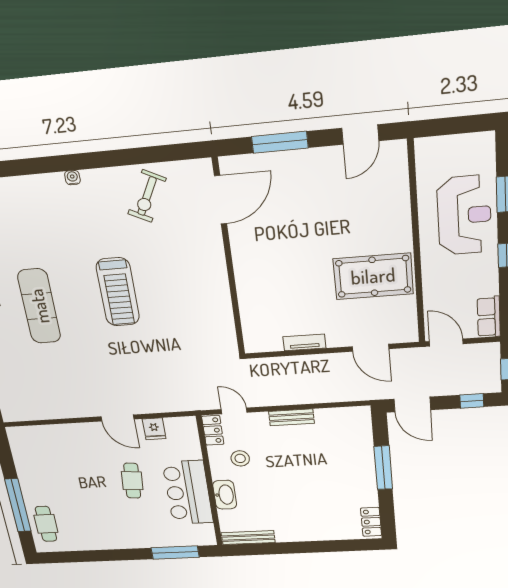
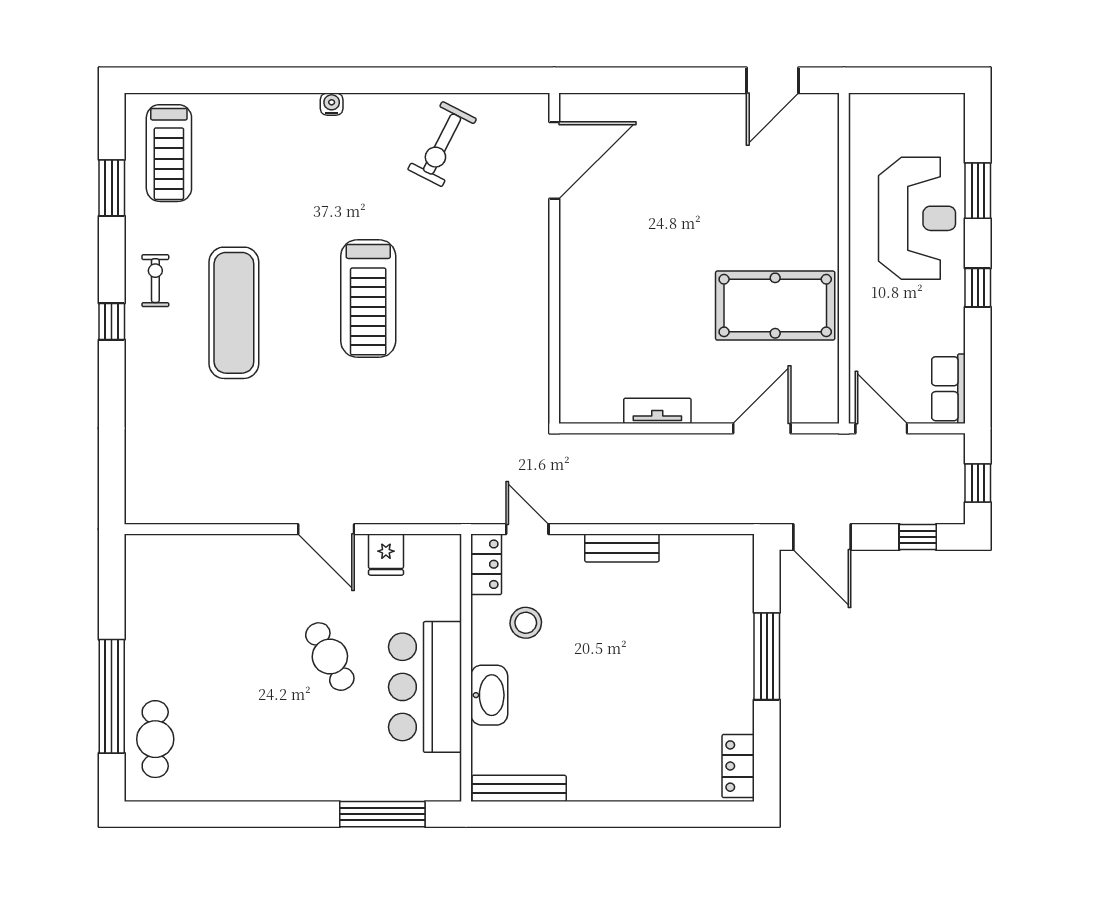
window: (280, 142) -> (654, 80), removed
door: (370, 348) -> (762, 428), swing flipped
cafe table: (132, 481) -> (330, 657), turned -33

